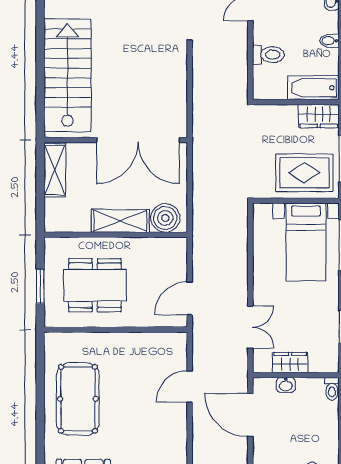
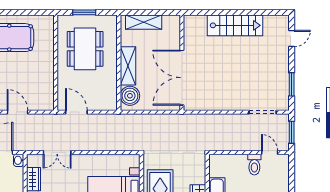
toilet: (268, 55) -> (254, 165), moved
stairs: (68, 75) -> (235, 25), width x0.73, depth x0.66
shelving: (55, 170) -> (144, 22), moved
washbasin: (286, 385) -> (19, 160), moved

